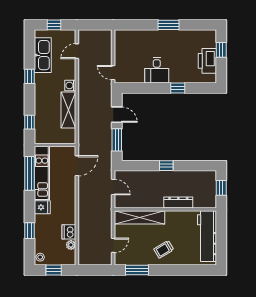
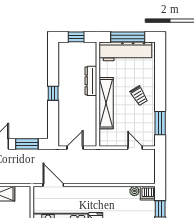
shelving: (139, 217) -> (106, 103), moved
dishwasher: (69, 232) -> (148, 193), moved
window: (221, 238) -> (128, 37), added

